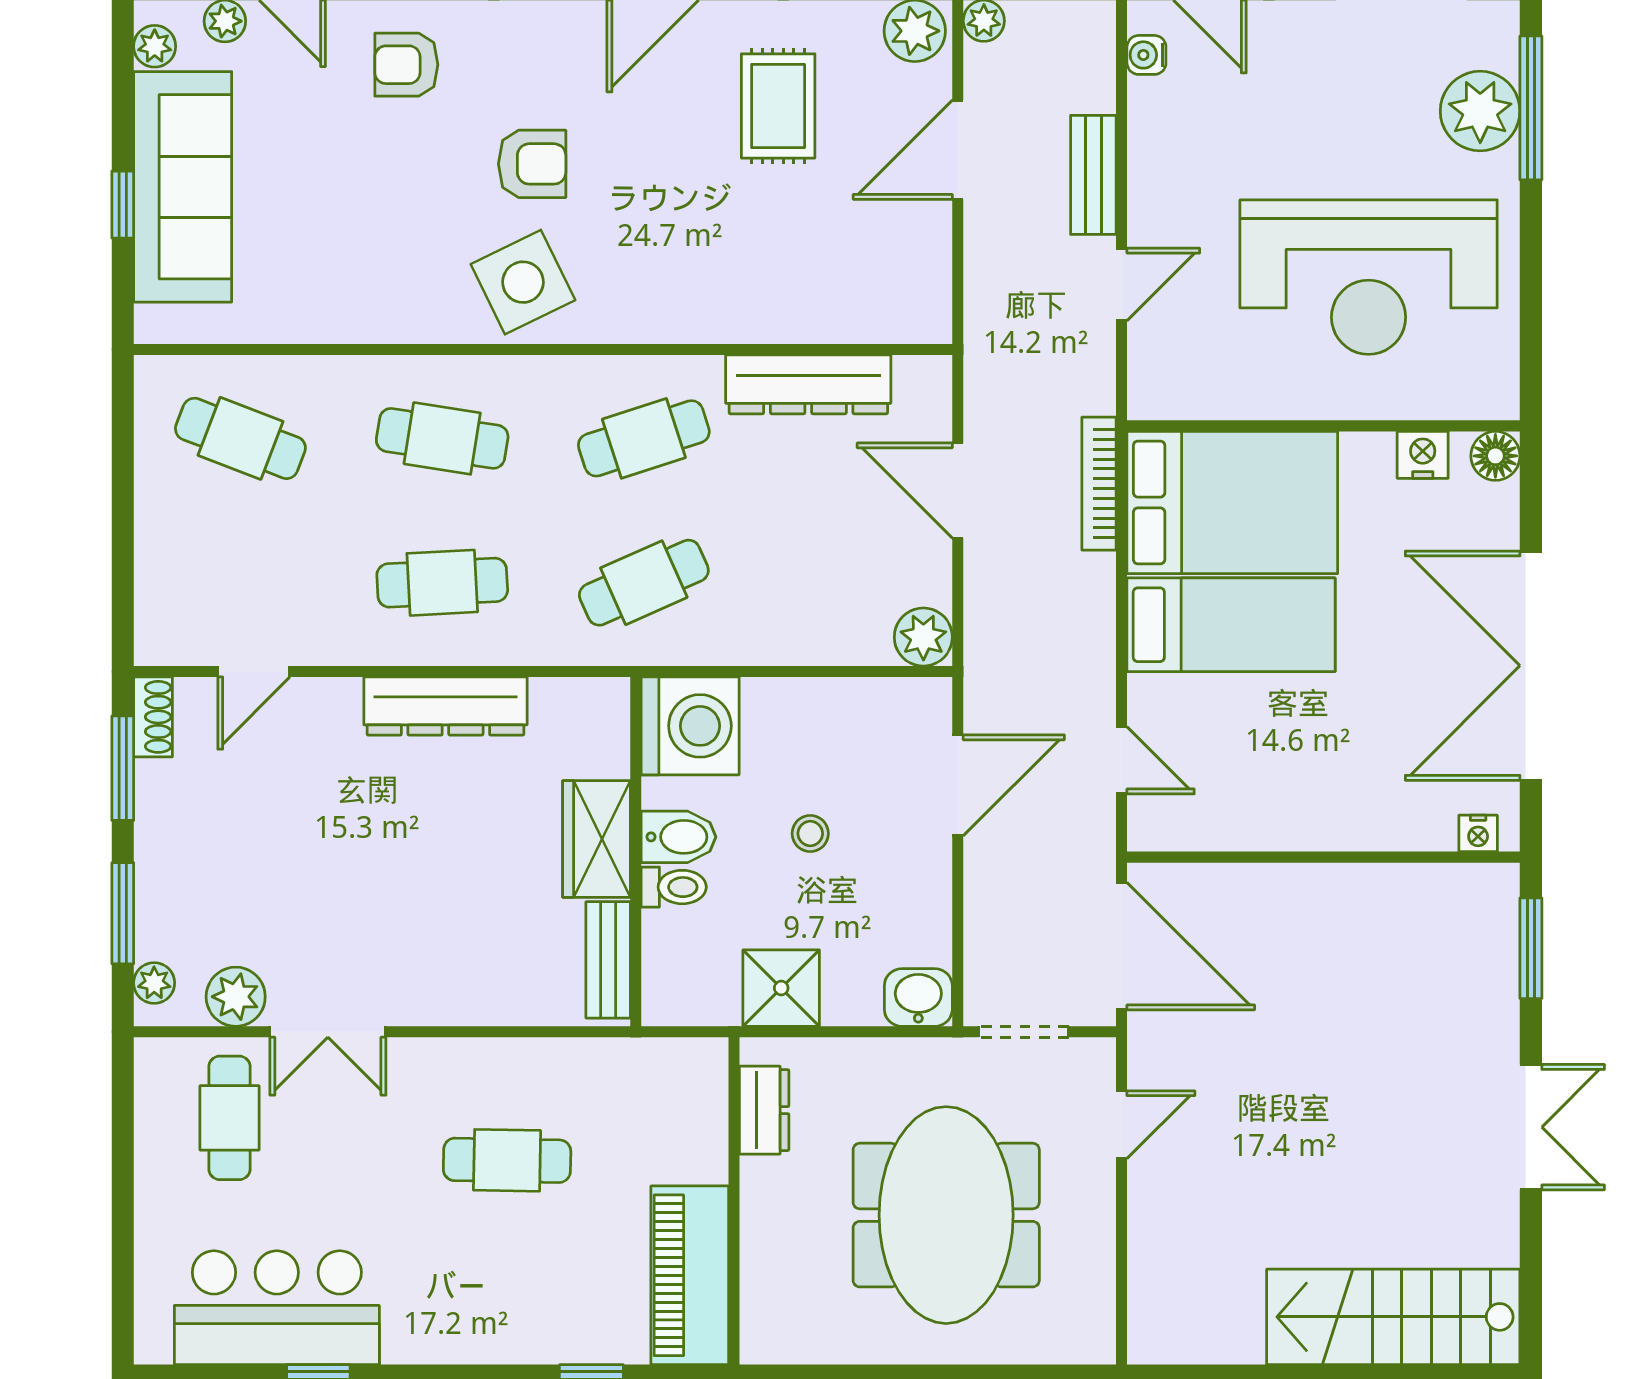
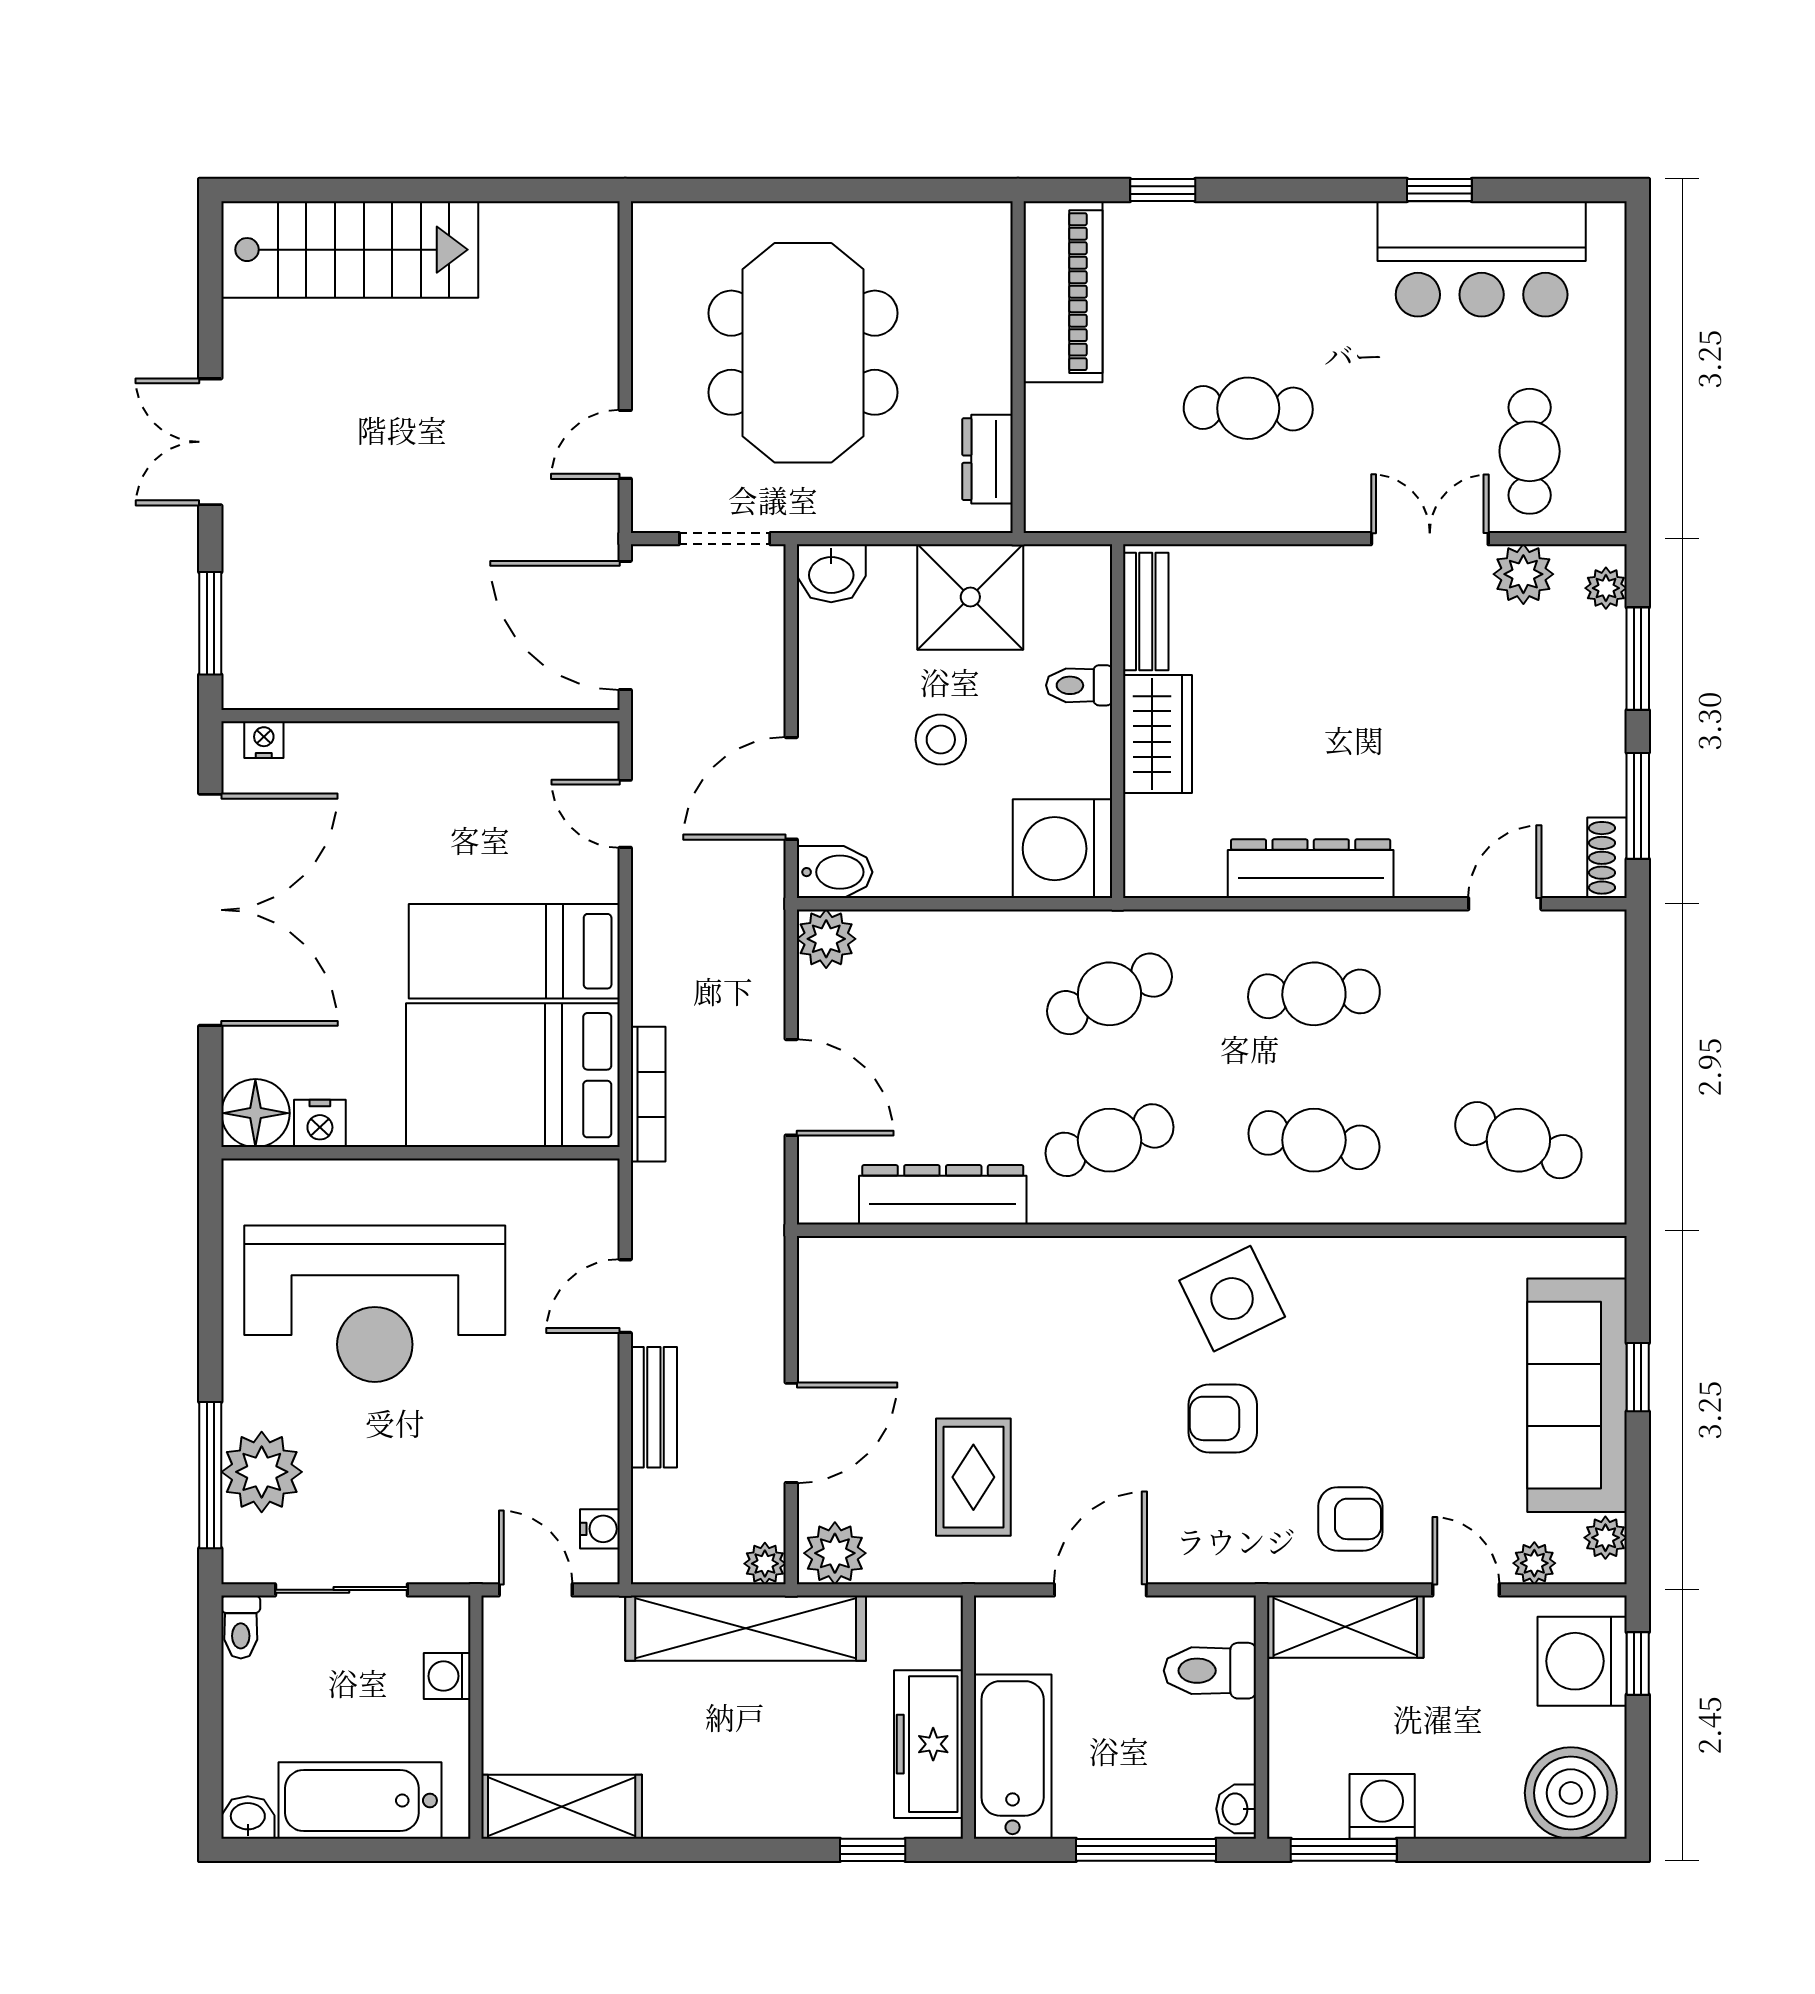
reception desk: (1369, 277) -> (375, 1304), turned 180
floor lamp: (1495, 456) -> (255, 1113), width x1.38, depth x1.38
stool: (810, 834) -> (941, 740), width x1.37, depth x1.37
bidet: (679, 837) -> (835, 872), moved, turned 180
shower: (781, 988) -> (970, 597), width x1.36, depth x1.36

